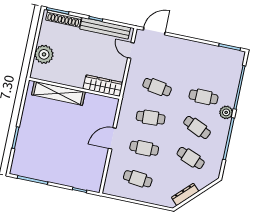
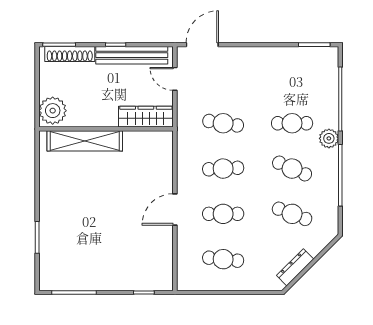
wardrobe: (103, 86) -> (146, 117), moved
wall: (74, 88) -> (106, 129), moved
shelving: (58, 93) -> (85, 141), moved

